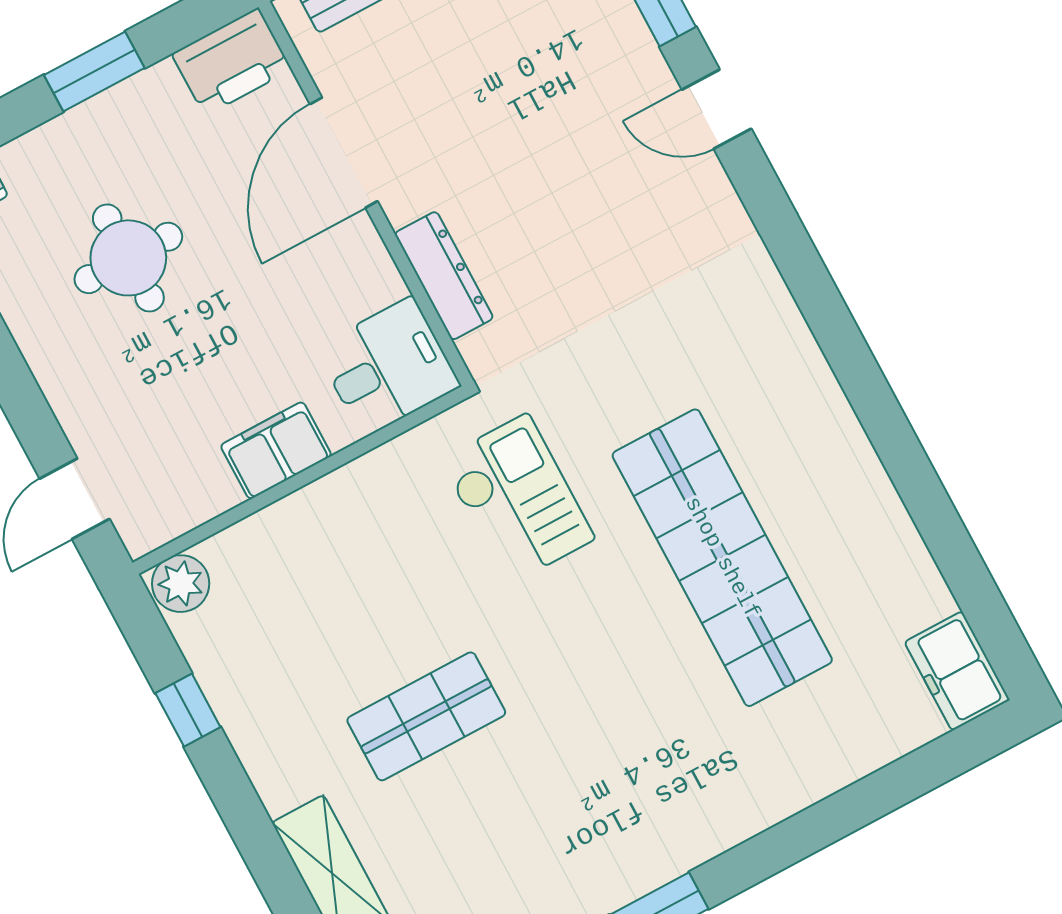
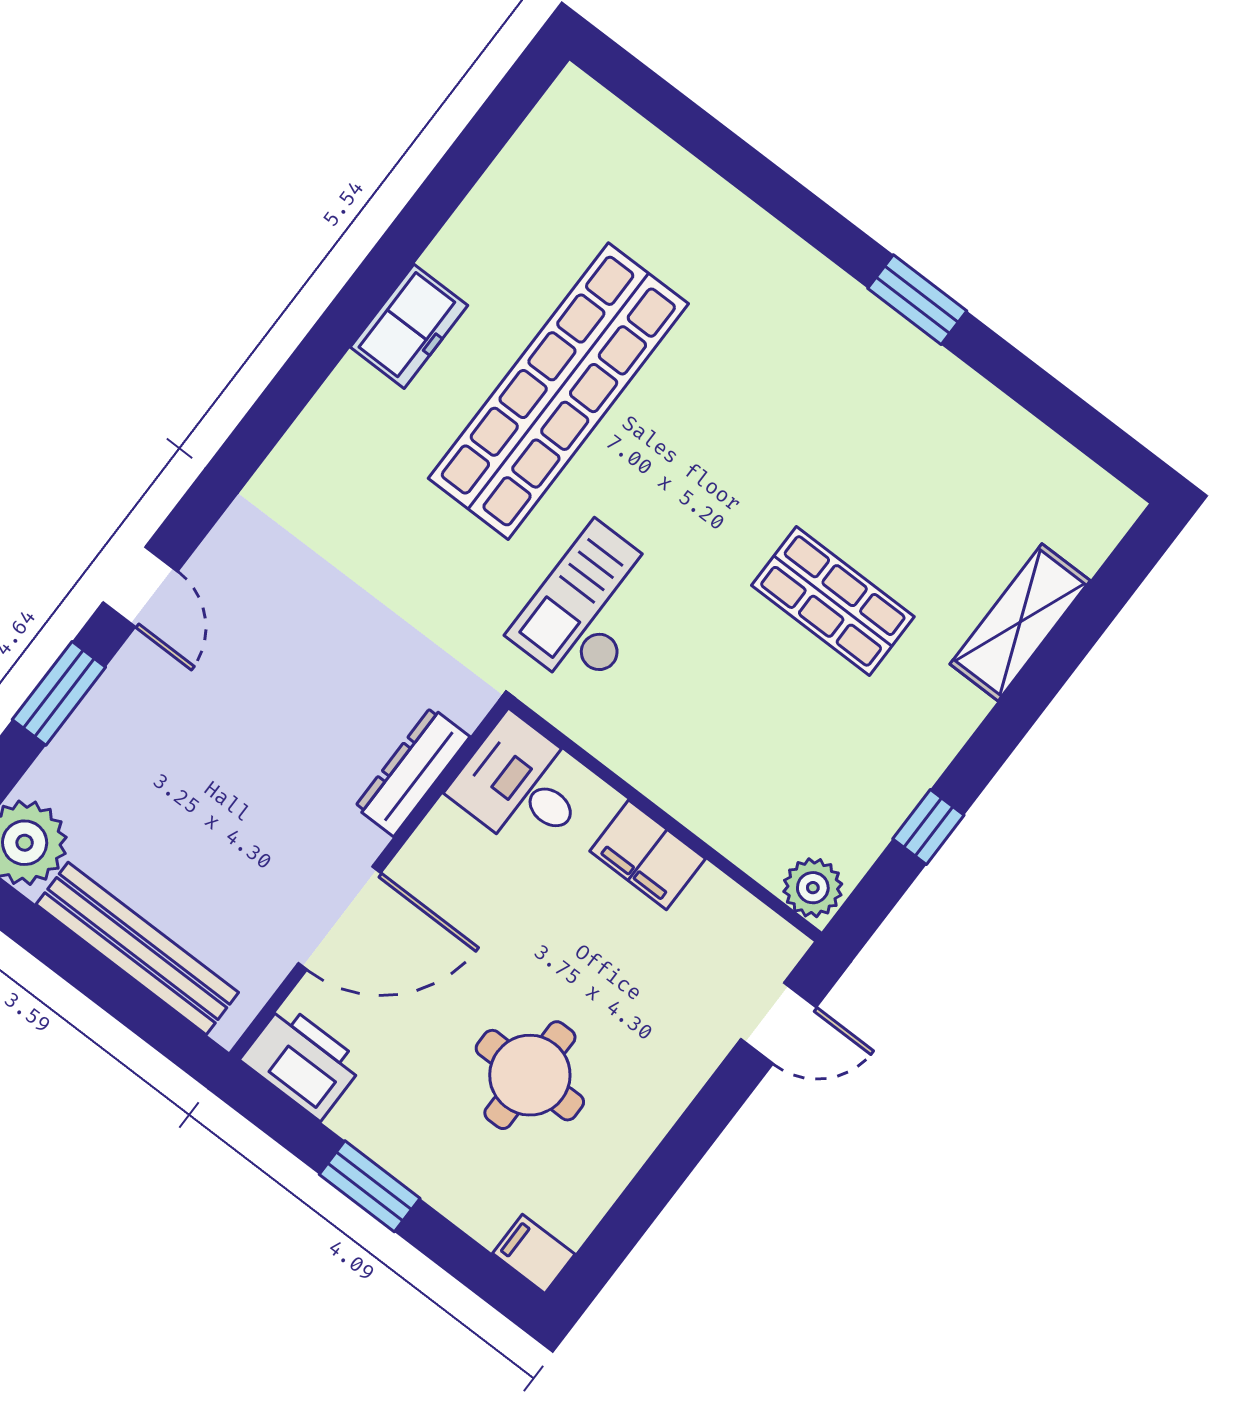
freezer: (957, 671) -> (409, 326), moved

